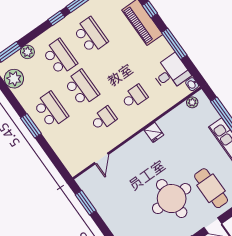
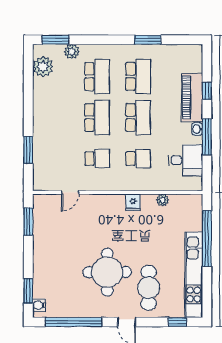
window: (56, 18) -> (119, 40), removed
washbasin: (192, 84) -> (197, 129), moved
plant: (192, 102) -> (162, 200), moved
school desk: (51, 110) -> (138, 118), moved
window: (31, 126) -> (28, 150), moved

